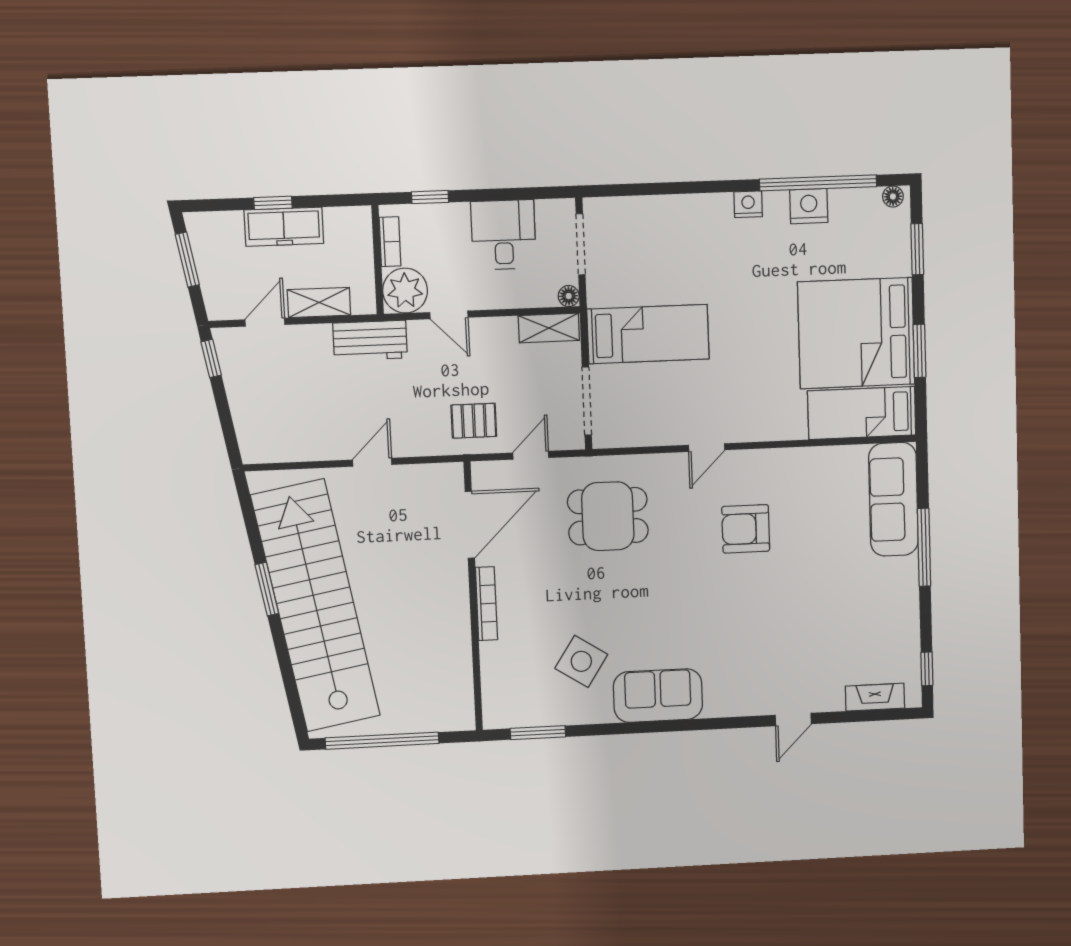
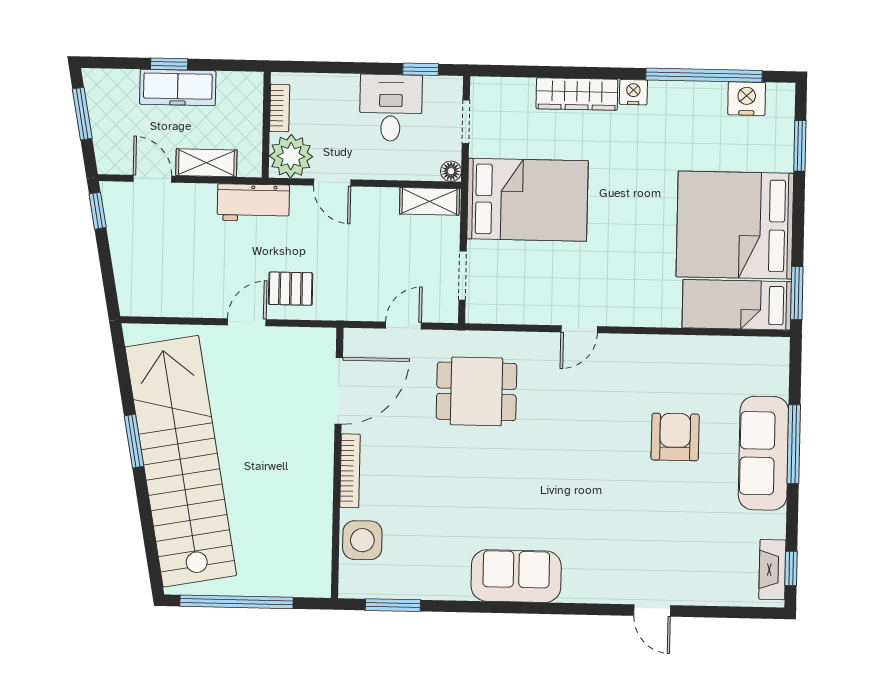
window: (430, 197) -> (421, 69), moved
floor lamp: (893, 197) -> (778, 93), removed
nightstand: (809, 206) -> (747, 99), moved
wardrobe: (691, 210) -> (577, 94), added
doorway: (581, 244) -> (466, 122), width x0.73
door: (265, 322) -> (152, 179), hinge flipped
bed: (648, 334) -> (527, 200), width x1.50
window: (920, 351) -> (797, 293), moved
doorway: (587, 401) -> (463, 275), width x0.73
pallet: (474, 421) -> (291, 289), moved
sofa: (893, 499) -> (764, 453), moved
armchair: (746, 529) -> (675, 437), moved, turned 90
side table: (581, 661) -> (362, 540), moved, turned -33
fireplace: (875, 697) -> (772, 570), moved, turned -90
door: (793, 720) -> (652, 611), hinge flipped

